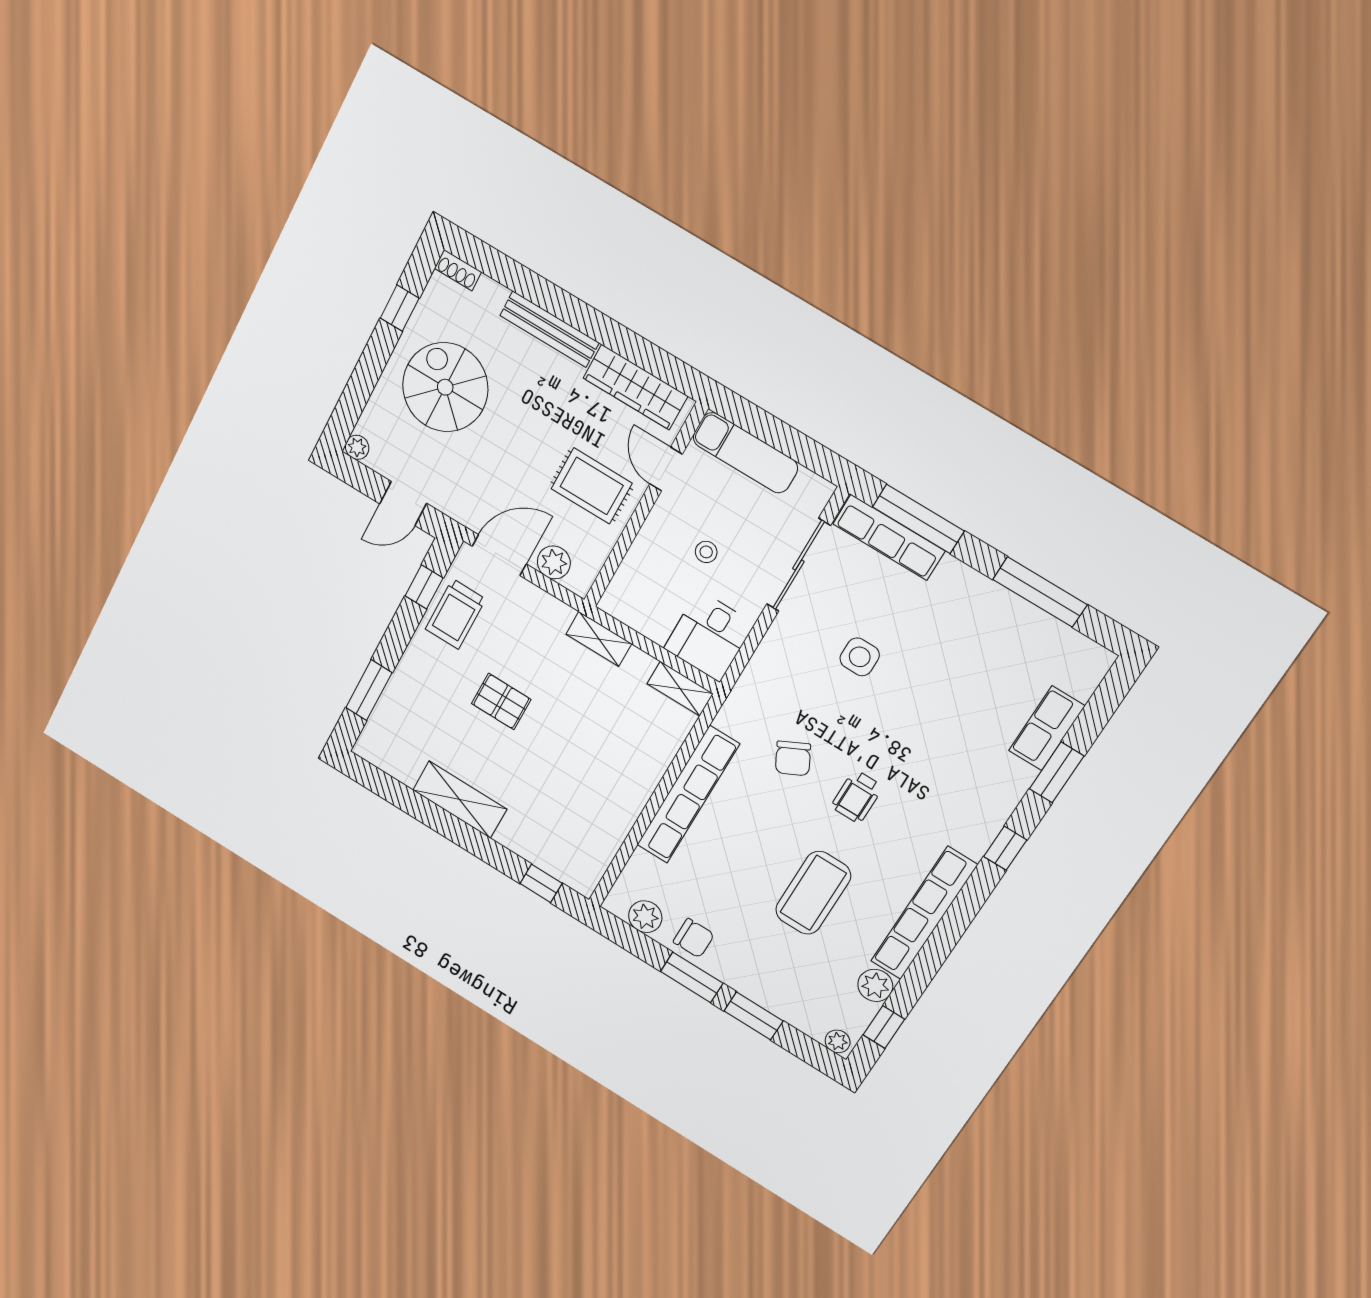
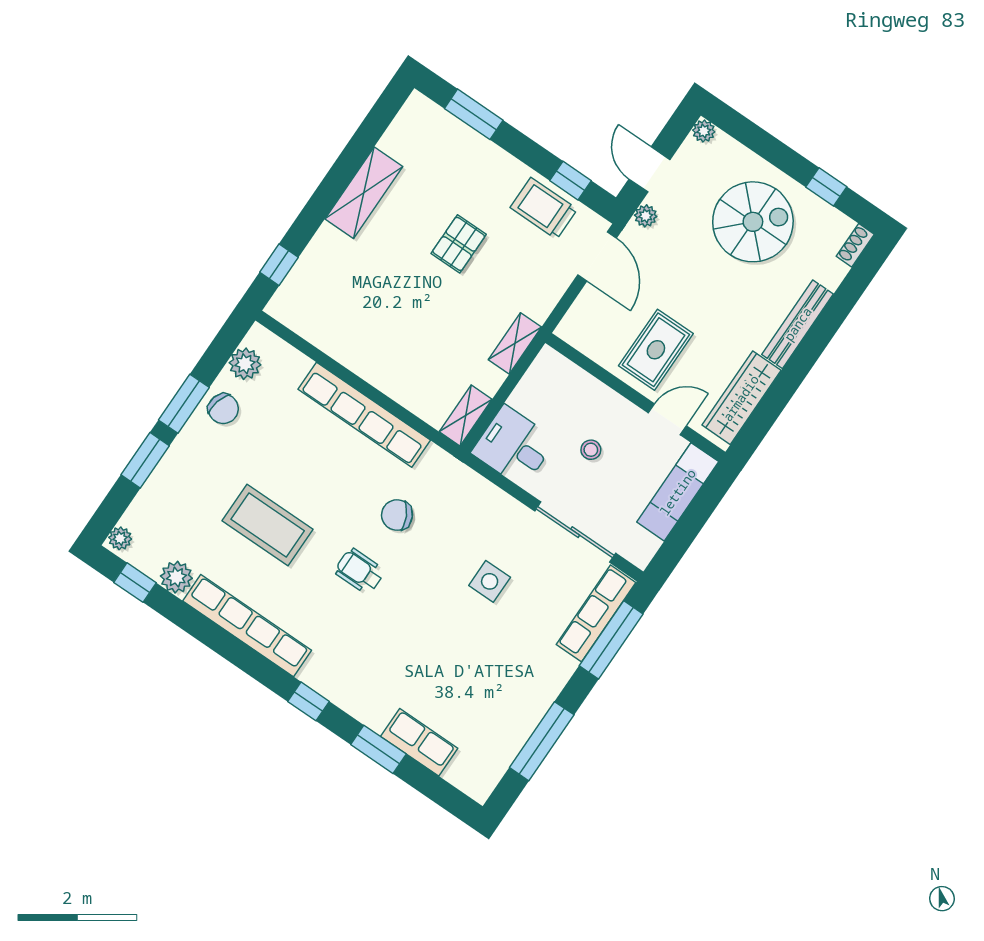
plant: (554, 562) -> (646, 216), moved, width x0.73, depth x0.73
chair: (694, 938) -> (223, 409), turned -75

